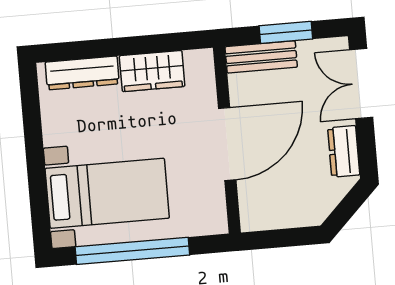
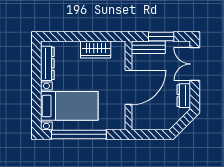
dresser: (82, 73) -> (47, 63), moved, turned -90

